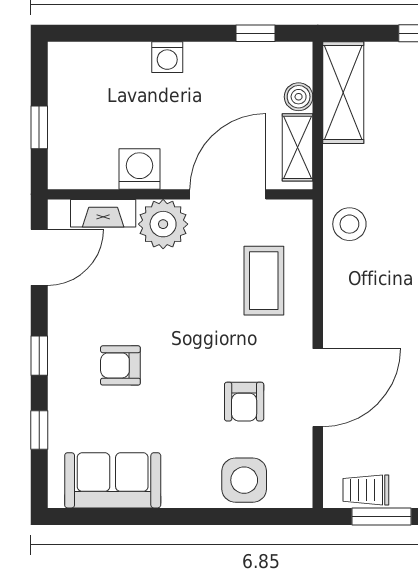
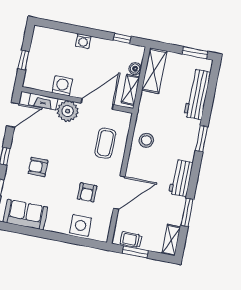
stool: (349, 224) -> (146, 140), moved

